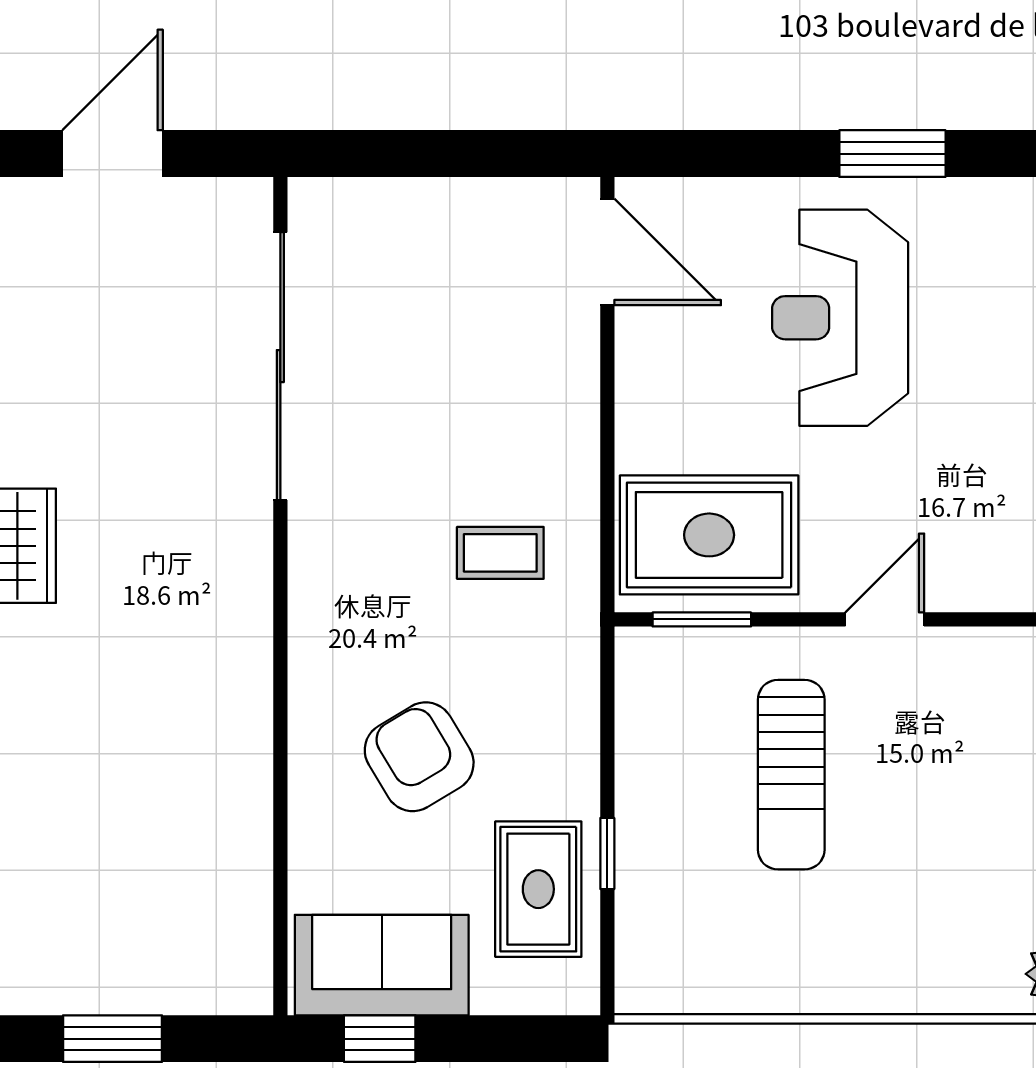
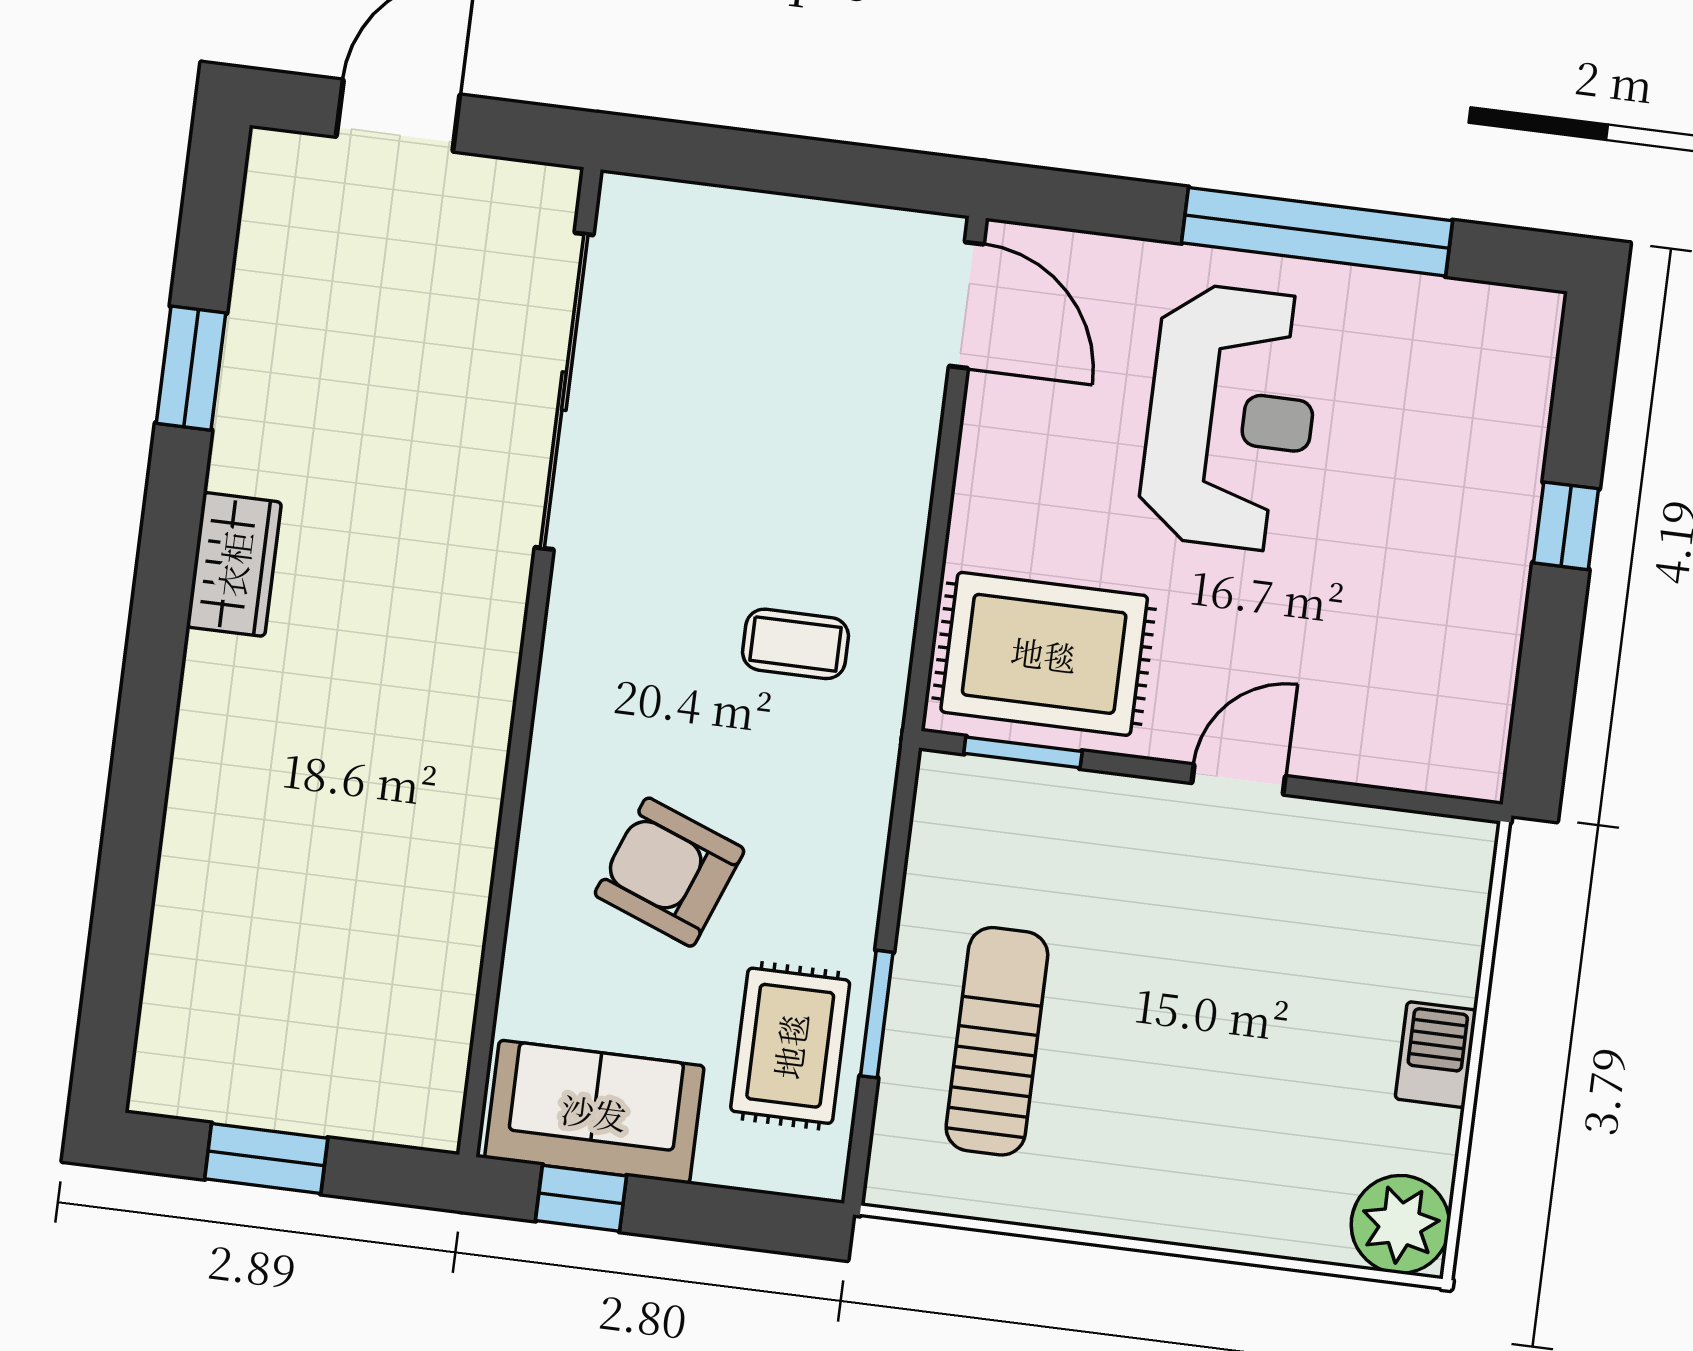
window: (892, 154) -> (1317, 232), width x2.11
reception desk: (840, 318) -> (1231, 417), turned 180
armchair: (419, 757) -> (670, 872), turned -38
sun lounger: (791, 775) -> (997, 1041), moved, turned 180
window: (607, 854) -> (877, 1014), width x1.50

